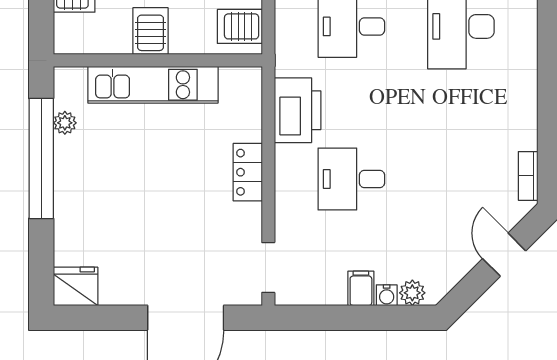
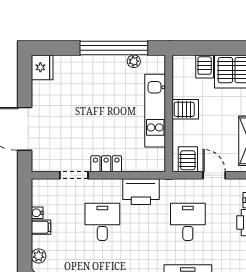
doorway: (268, 268) -> (74, 175), moved
water cooler: (387, 295) -> (37, 213), moved

